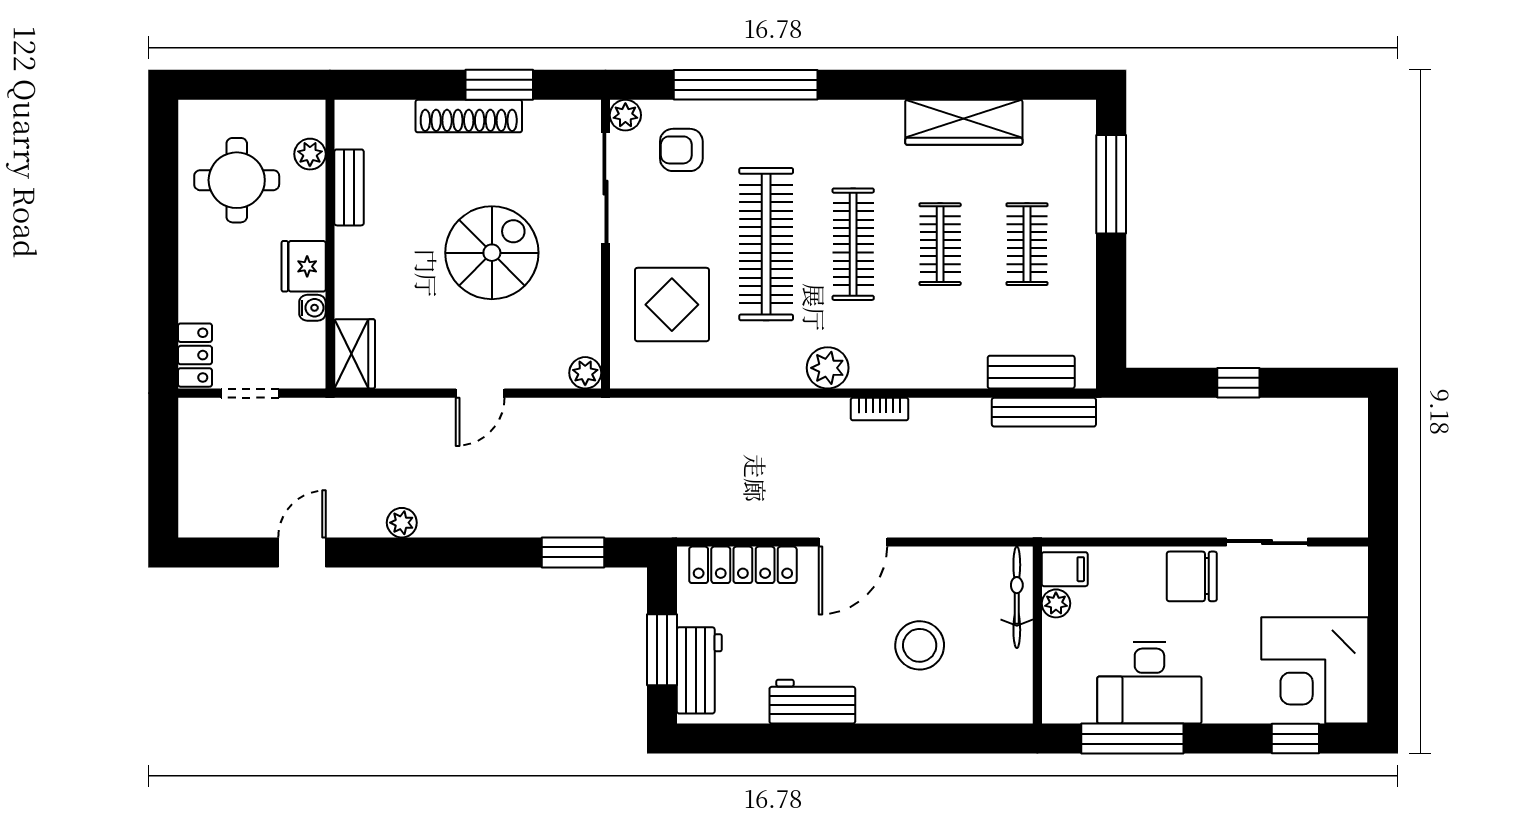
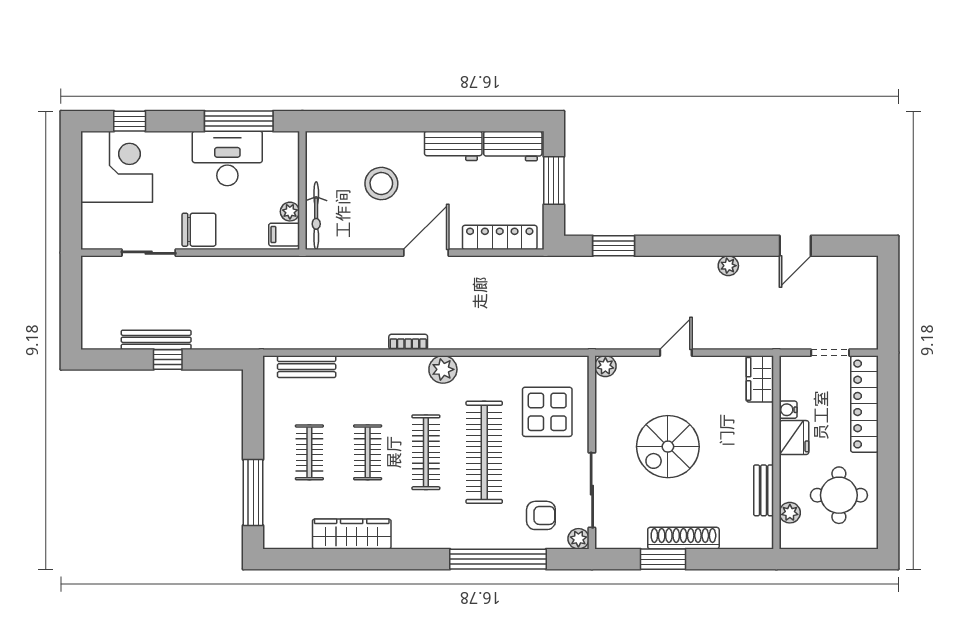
locker: (195, 355) -> (864, 404), width x2.16, depth x1.21
bench: (1044, 412) -> (156, 340), moved
workbench: (699, 670) -> (513, 146), moved, turned -90

